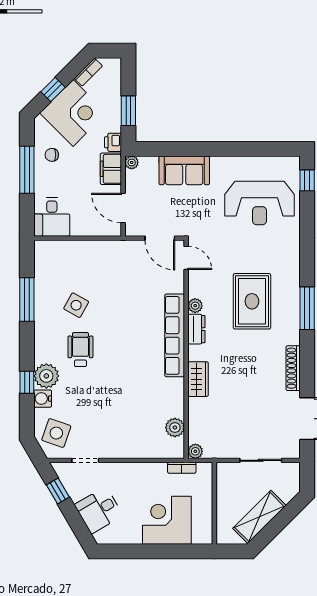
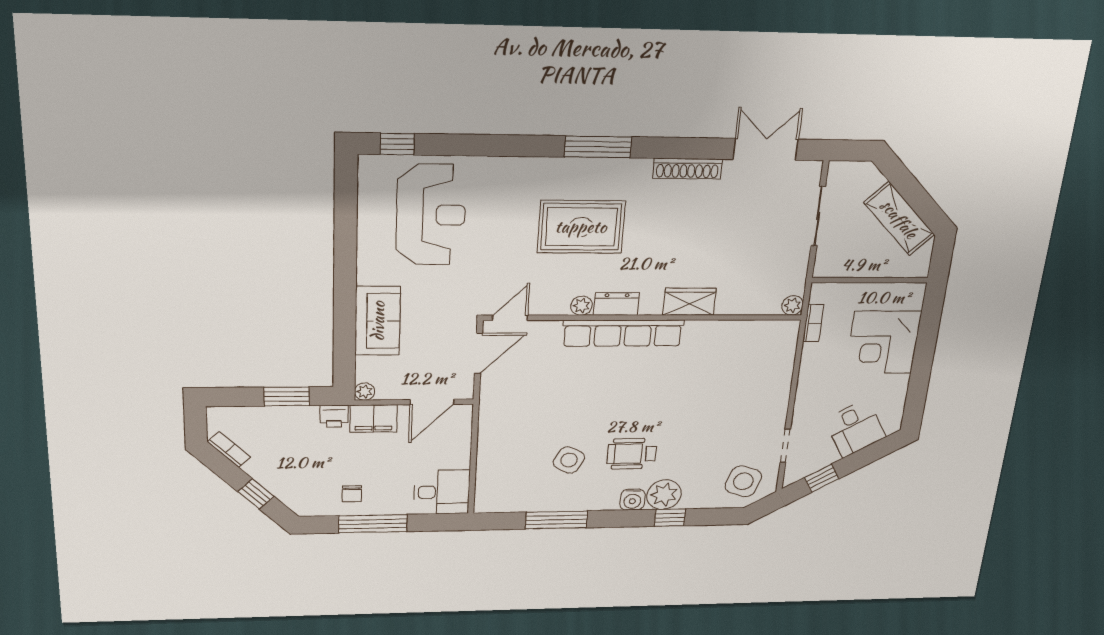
corner desk: (73, 113) -> (290, 468), removed
water cooler: (43, 399) -> (633, 500), moved
plant: (175, 427) -> (755, 332), removed

